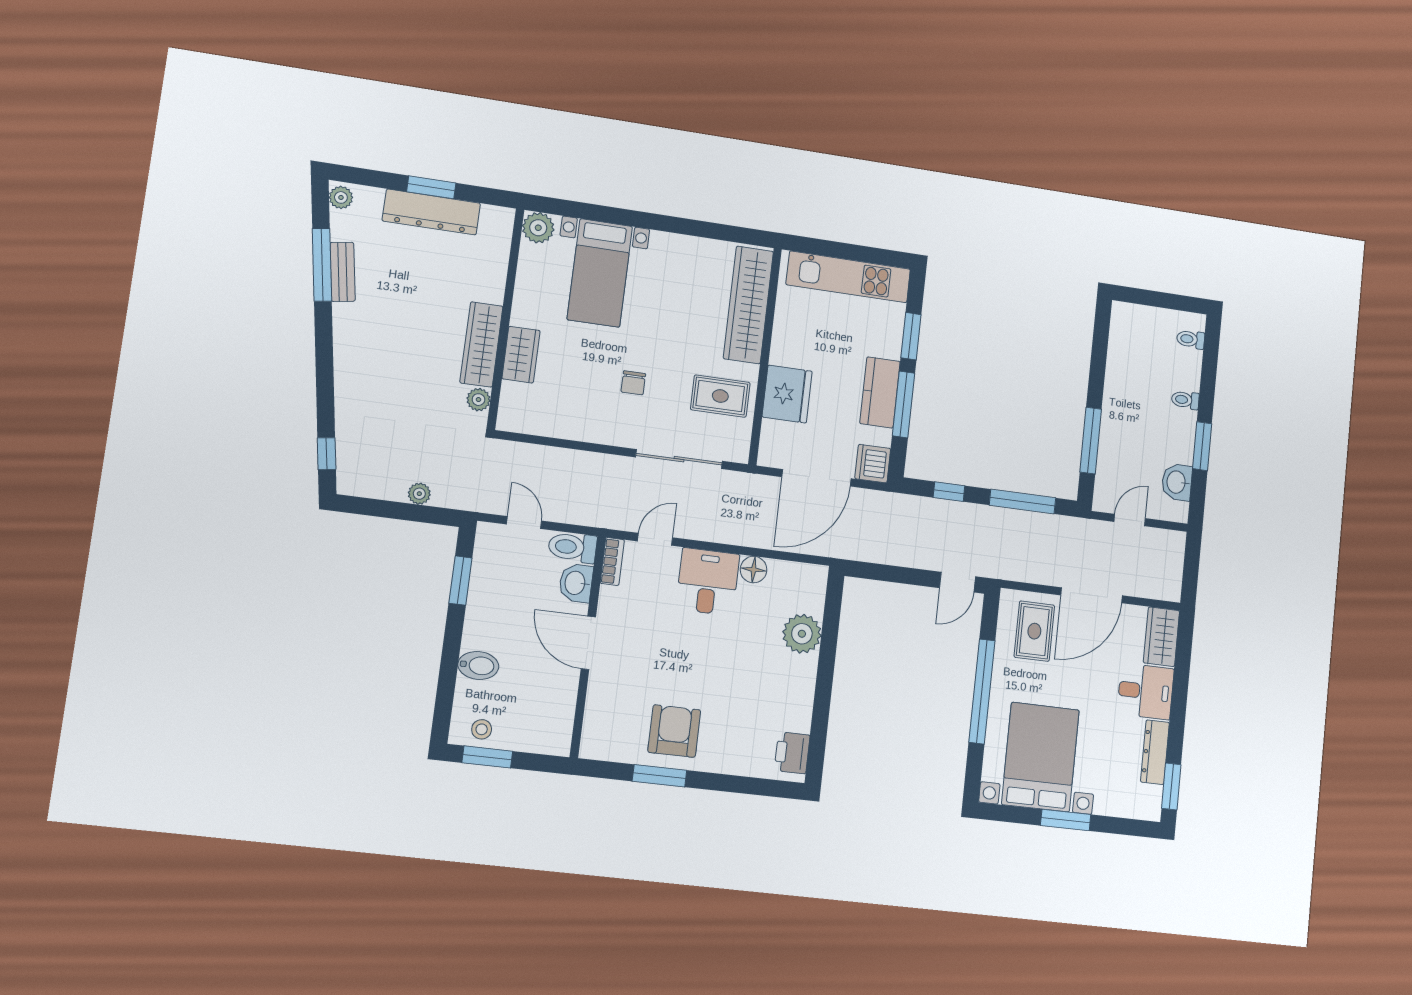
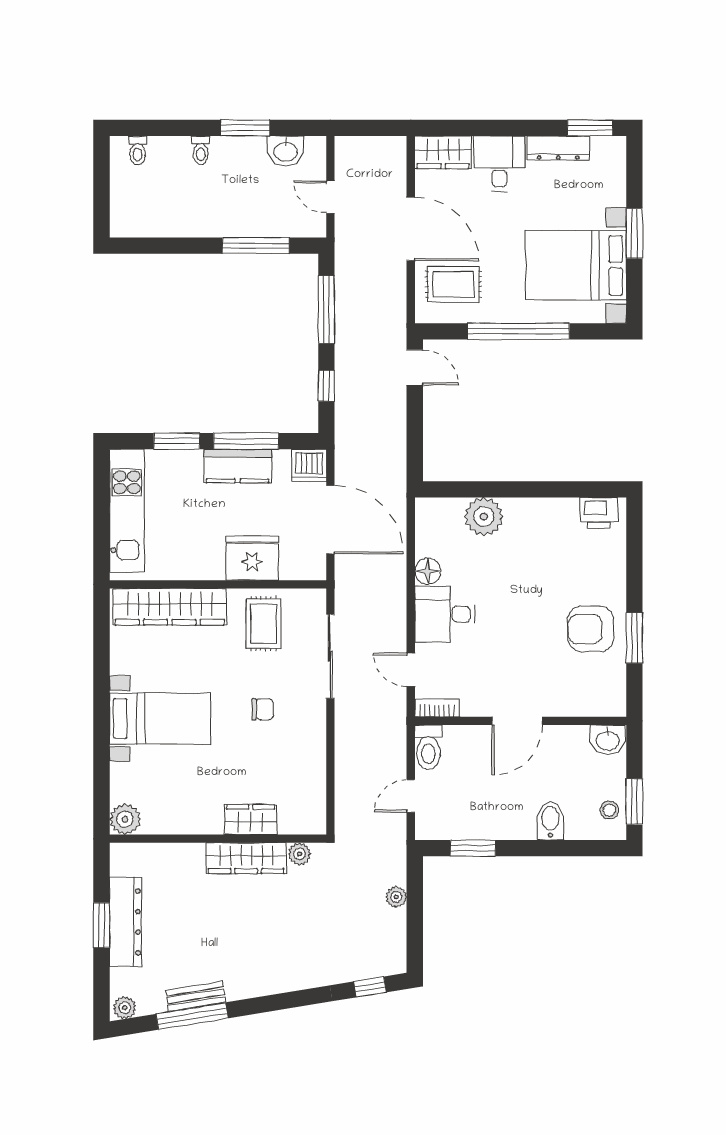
bed with nightstands: (600, 273) -> (160, 718), moved
washbasin: (576, 583) -> (608, 740), moved

